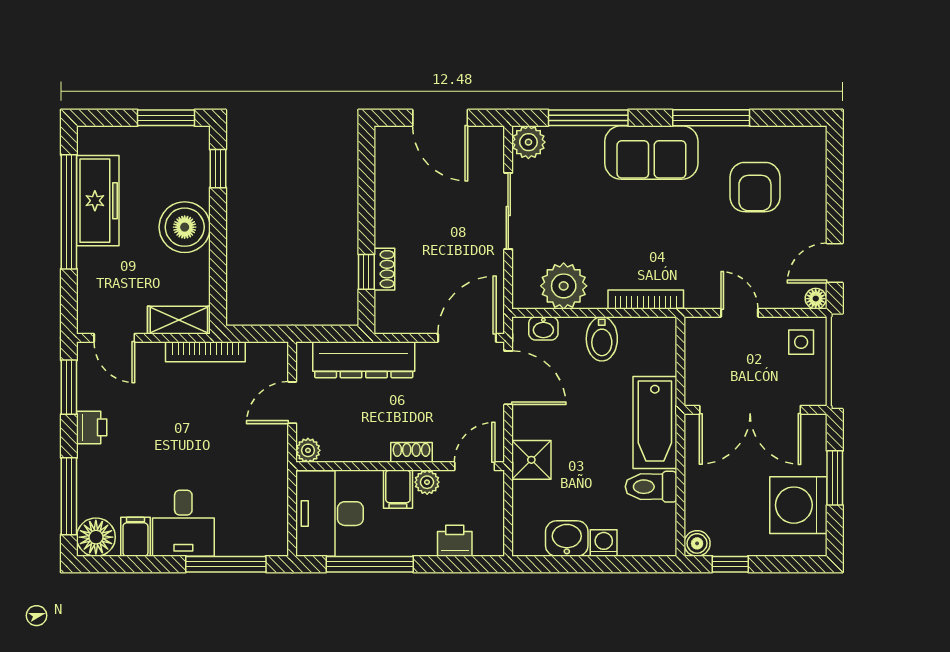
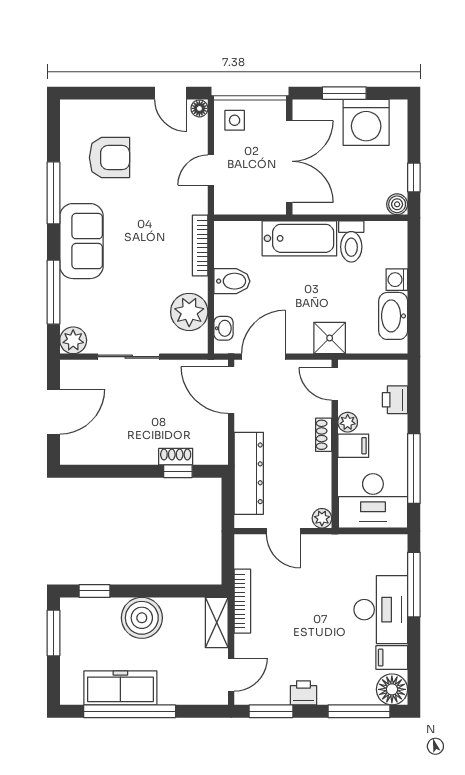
desk: (183, 523) -> (381, 610), width x1.37
washbasin: (567, 539) -> (393, 316), width x1.38

